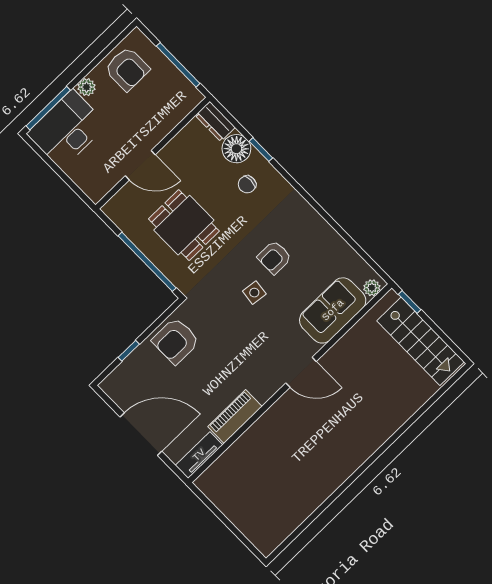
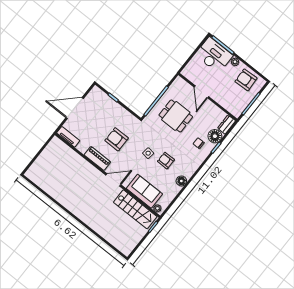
armchair: (127, 69) -> (246, 80), turned 87
dining table: (184, 225) -> (176, 116), turned 90
floor lamp: (321, 231) -> (181, 181), added
armchair: (176, 341) -> (117, 139), moved
stairs: (420, 341) -> (135, 209), moved, turned -90
door: (301, 372) -> (113, 180), swing flipped
piano: (235, 417) -> (97, 158), moved
door: (141, 434) -> (75, 108), swing flipped

